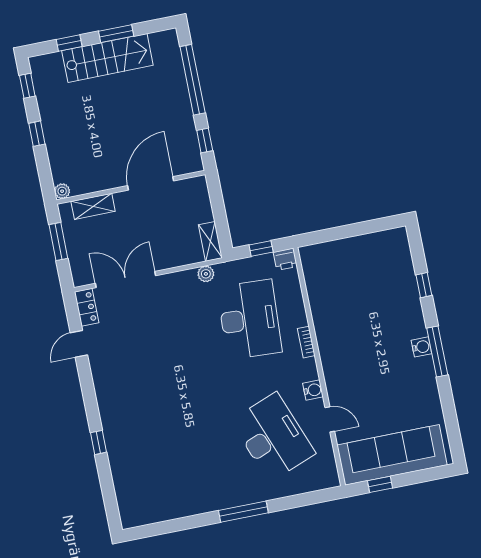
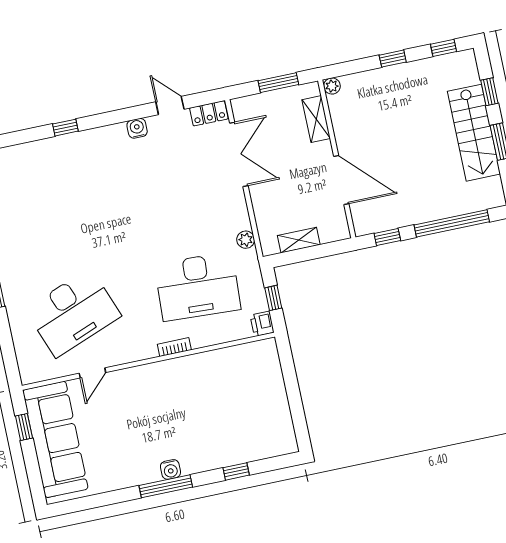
shelving: (210, 241) -> (299, 240), moved
water cooler: (313, 390) -> (137, 128), moved, turned 180

